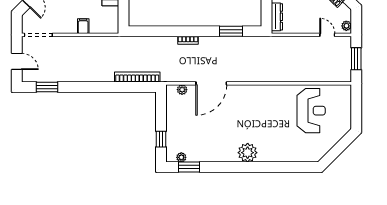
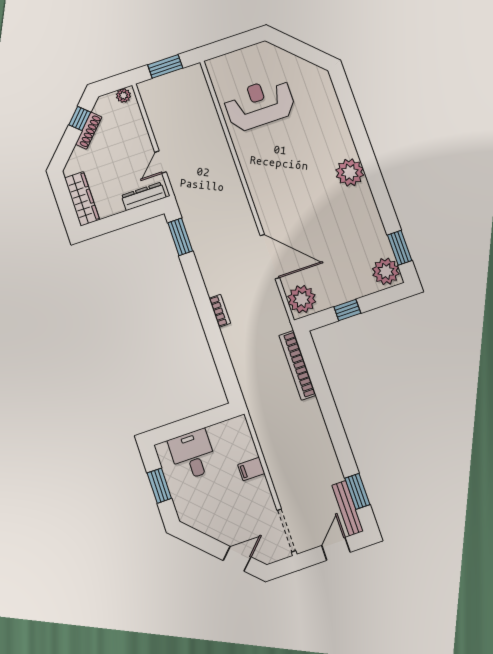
window: (231, 31) -> (180, 237), moved
door: (327, 35) -> (160, 162), moved
bench: (39, 77) -> (348, 508), added
plant: (182, 90) -> (302, 299), width x1.87, depth x1.87
window: (161, 139) -> (347, 310), moved
plant: (181, 157) -> (386, 271), width x1.87, depth x1.87

